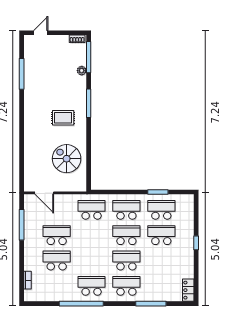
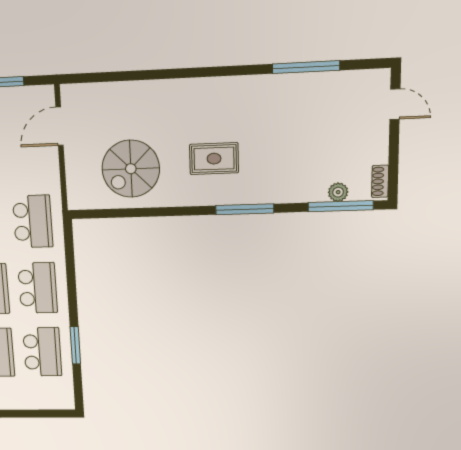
plant: (82, 71) -> (338, 192), moved
rug: (63, 118) -> (214, 159), turned 90
spiral stairs: (67, 159) -> (131, 169), turned 180

